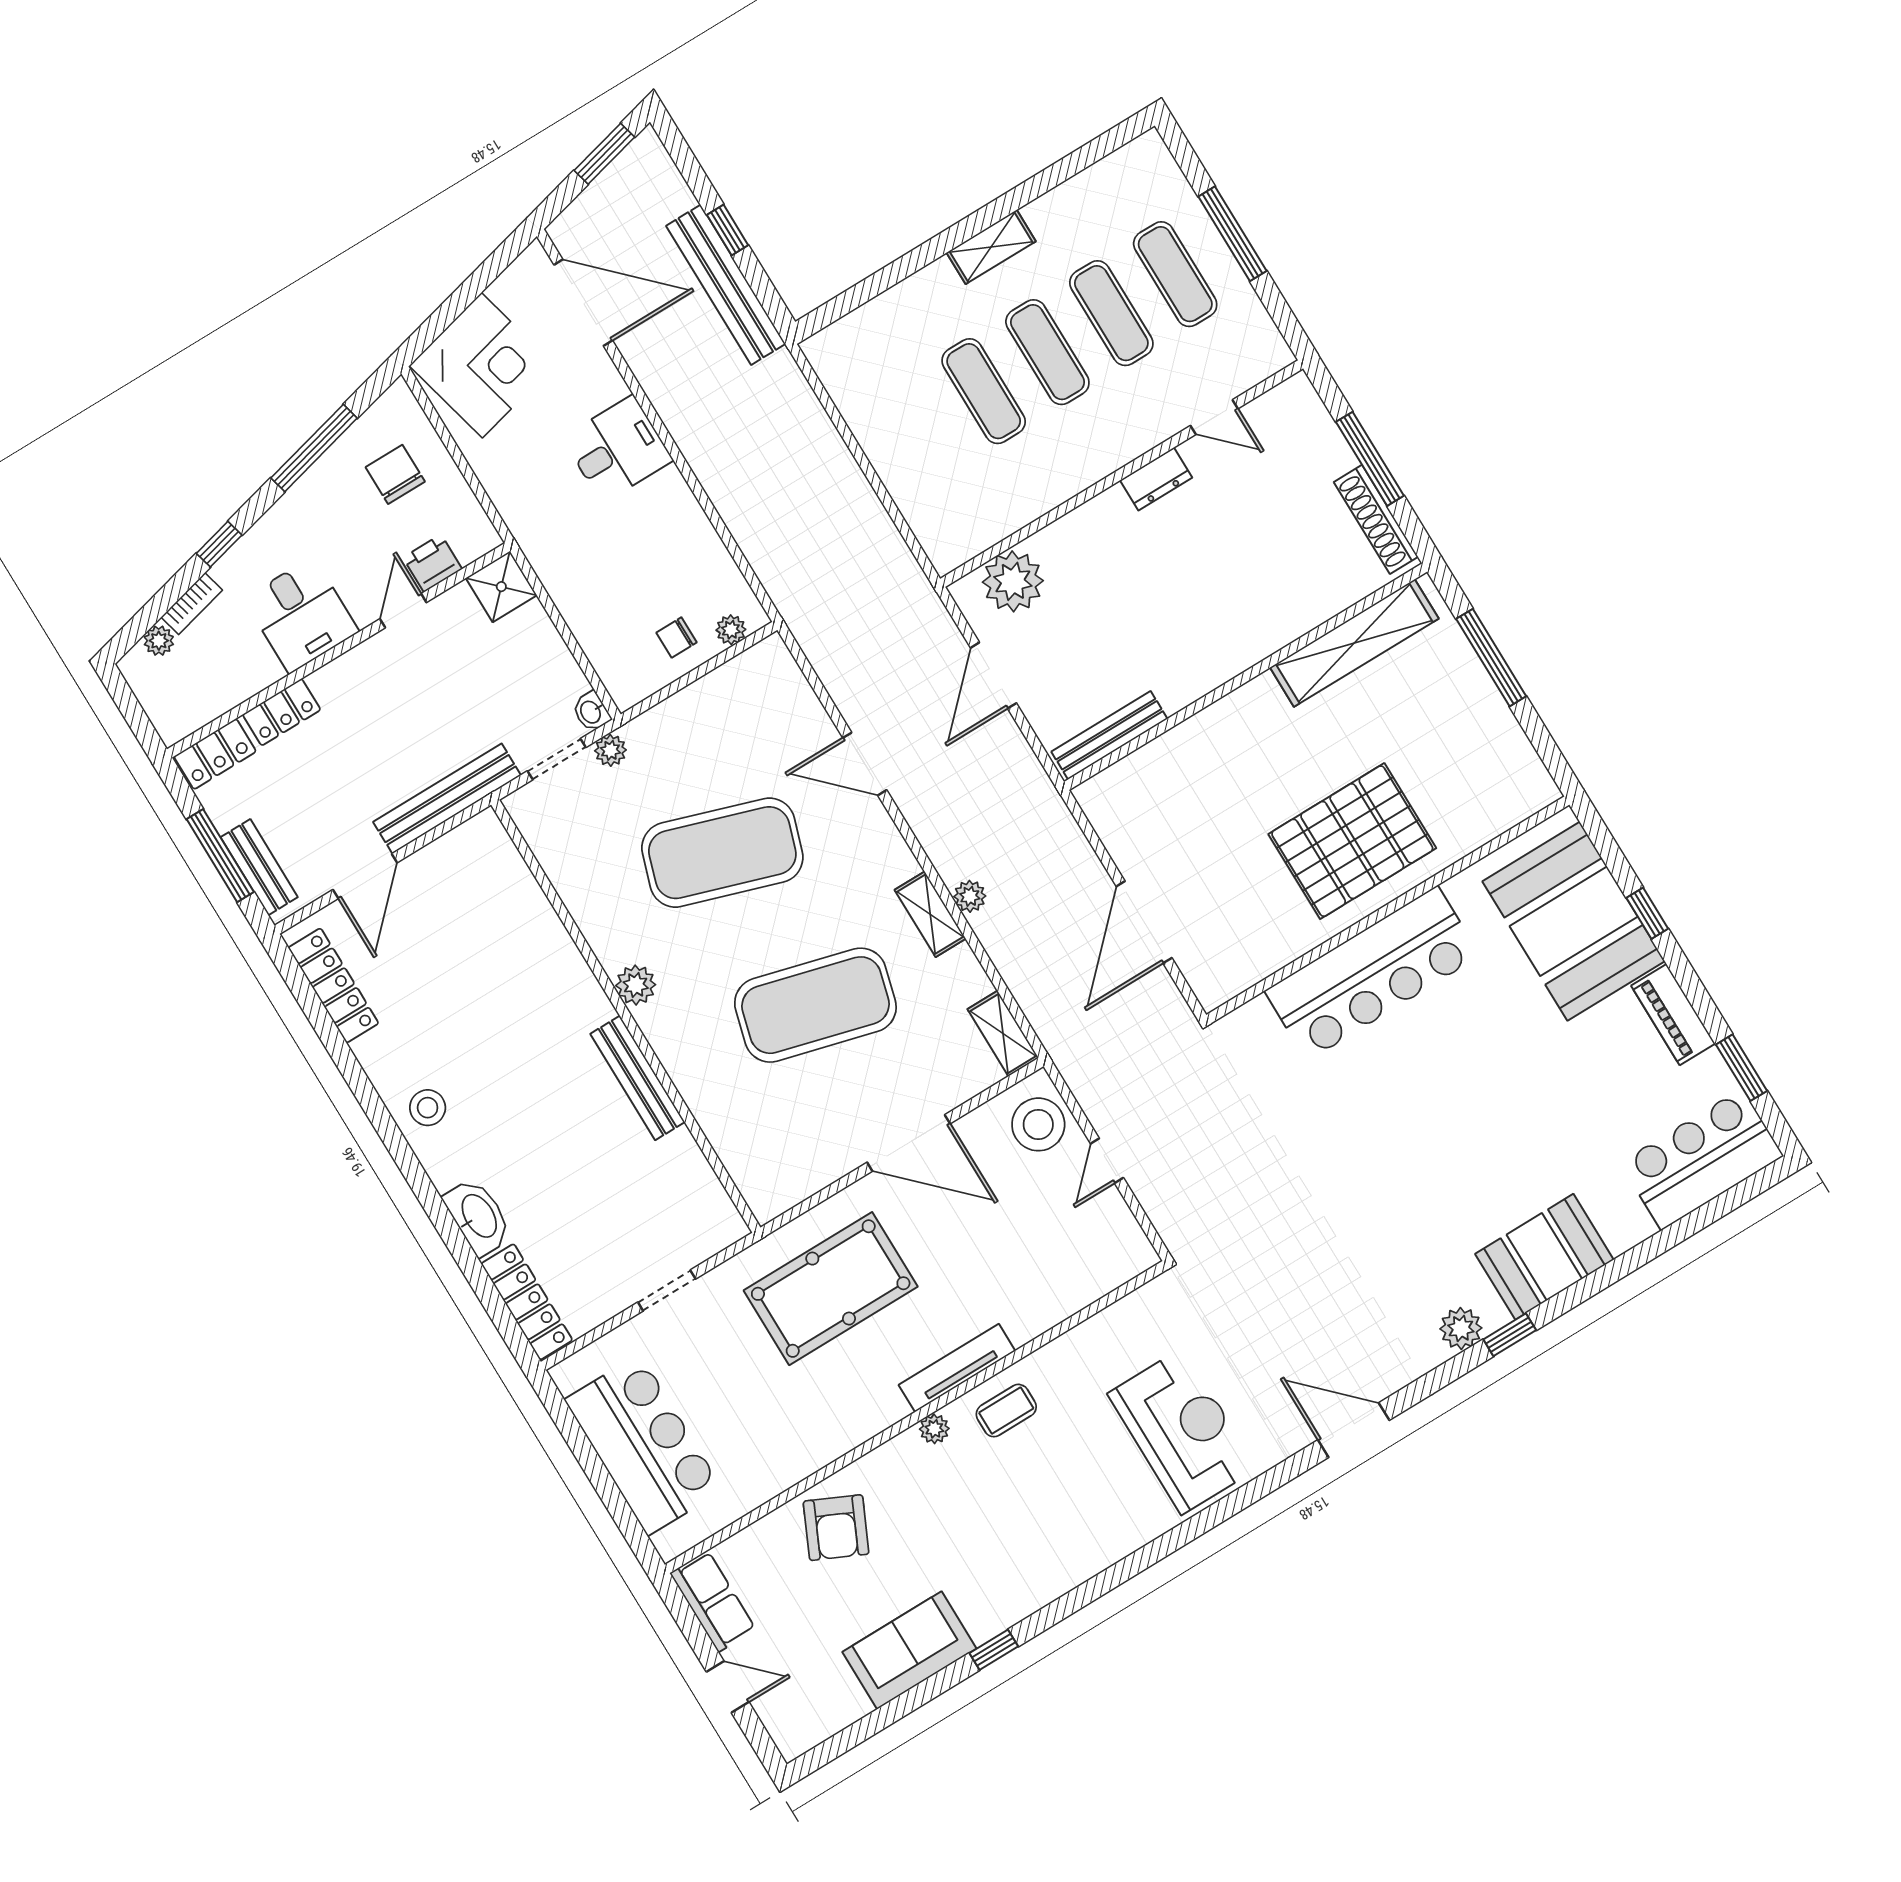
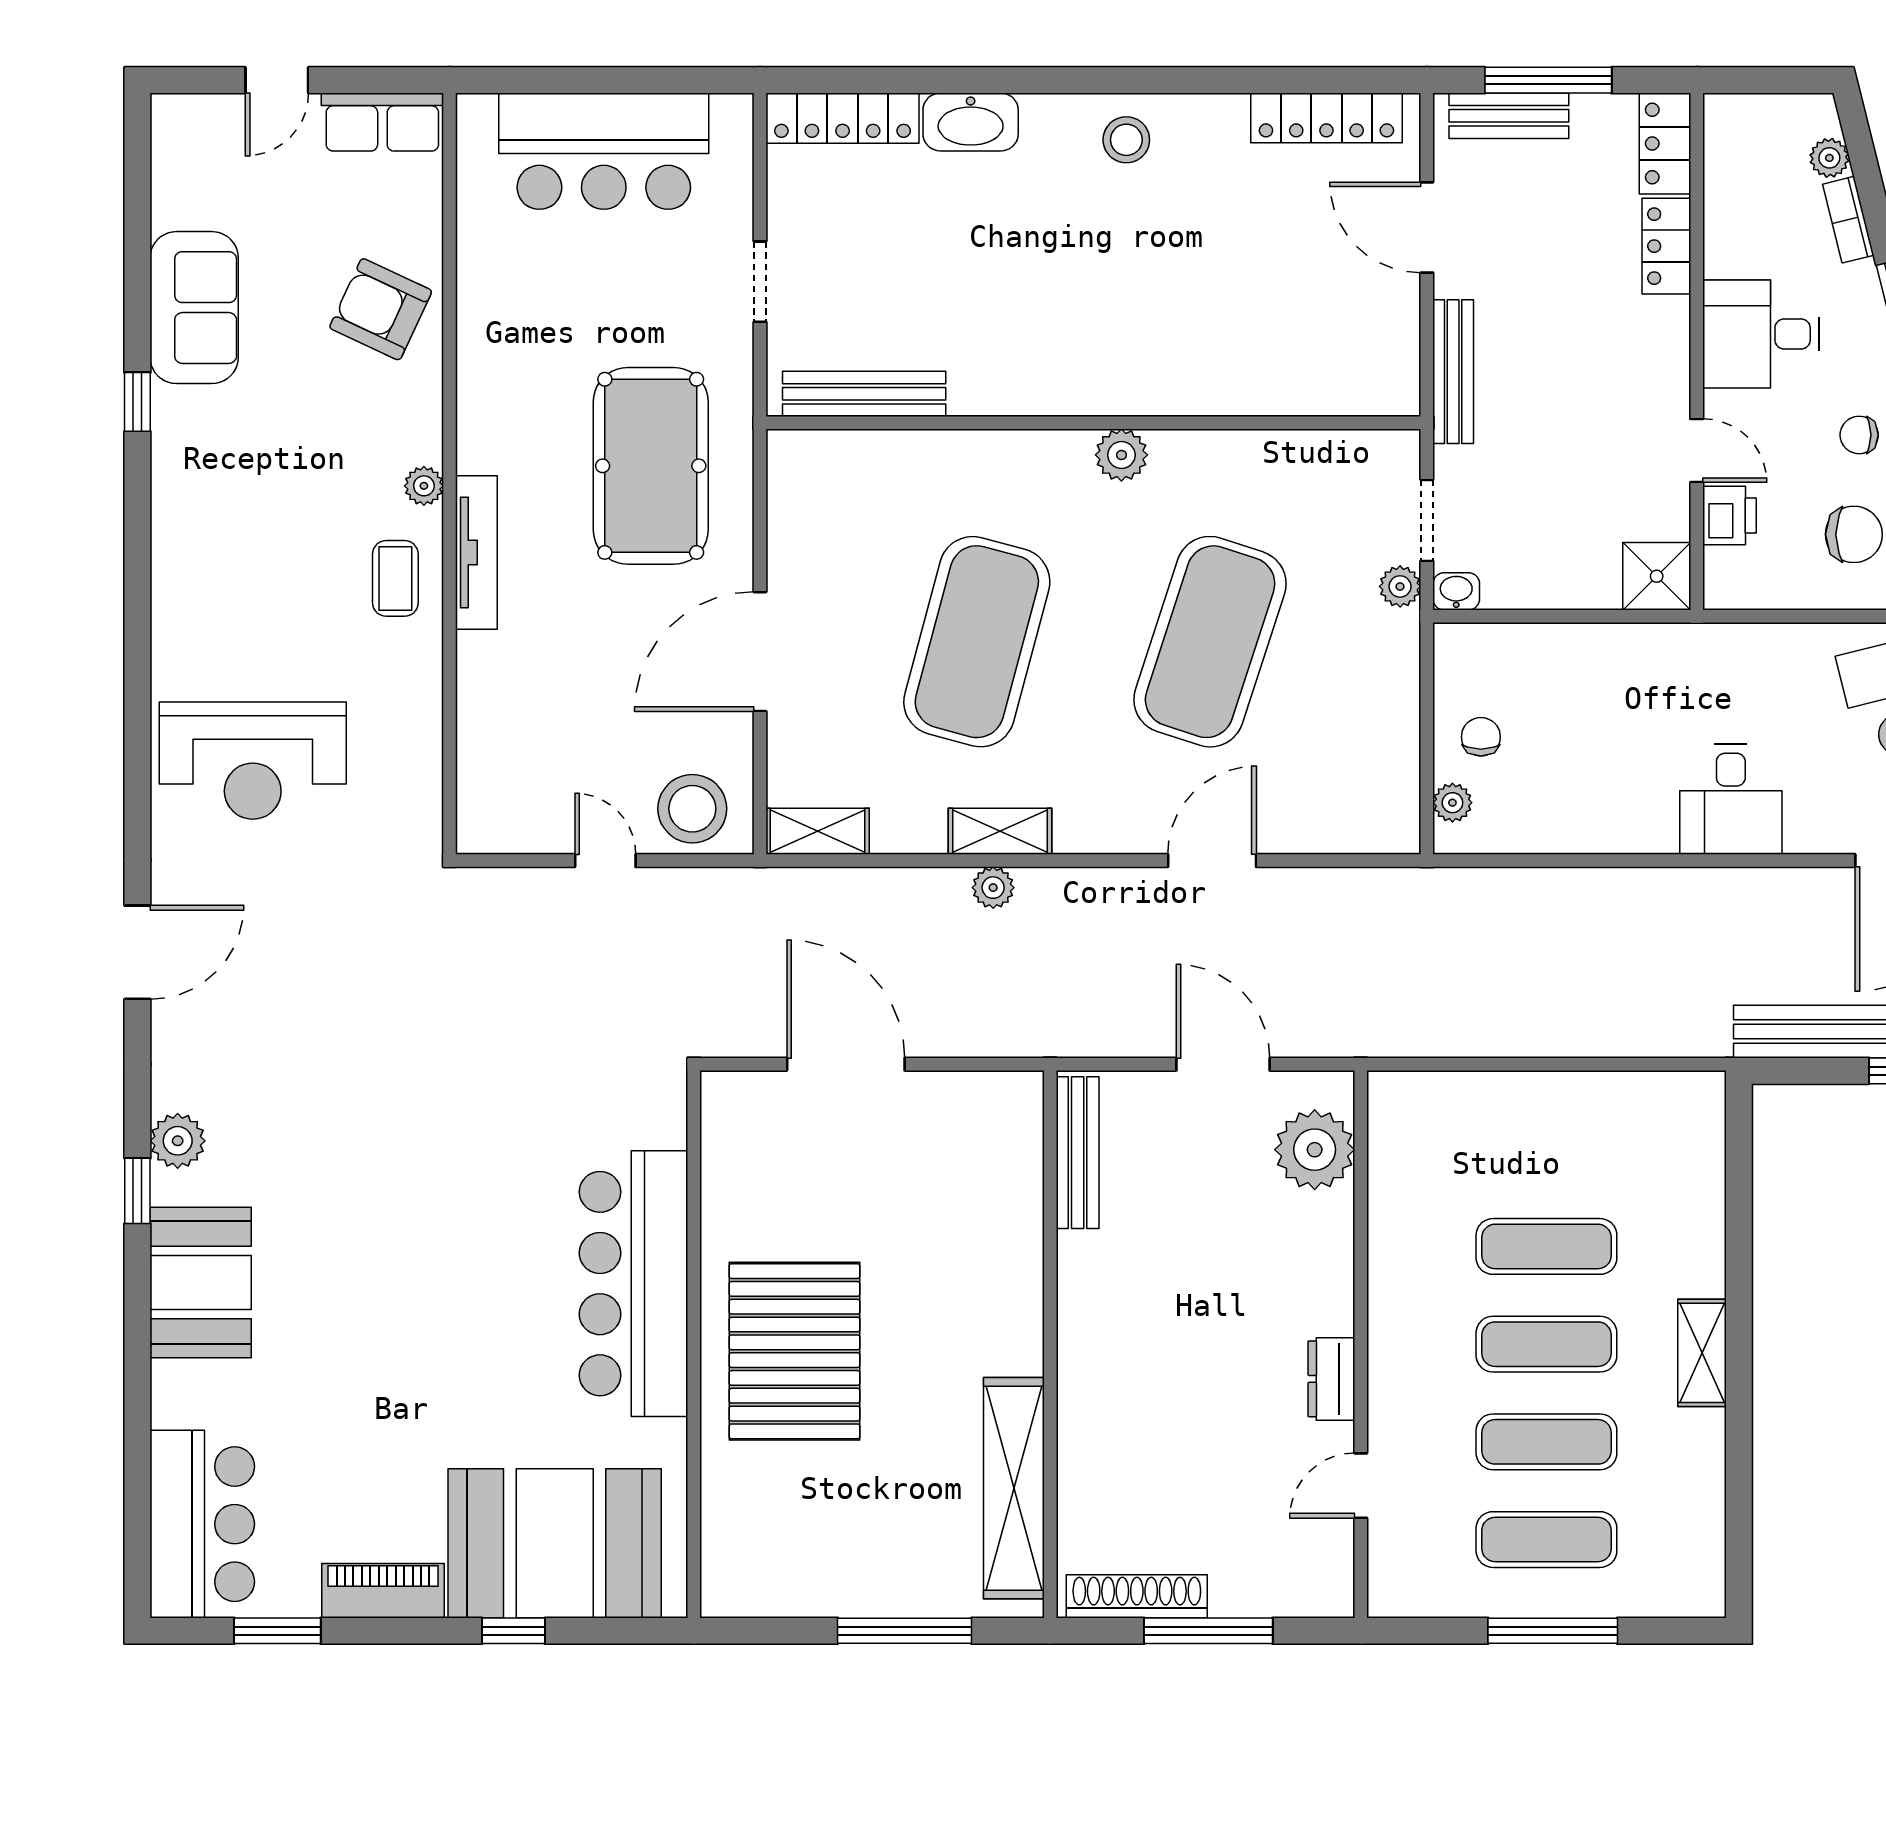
chair: (328, 511) -> (1859, 435), added
bench: (447, 799) -> (1453, 372), width x0.73, depth x0.82
bench: (638, 1078) -> (864, 394), moved

